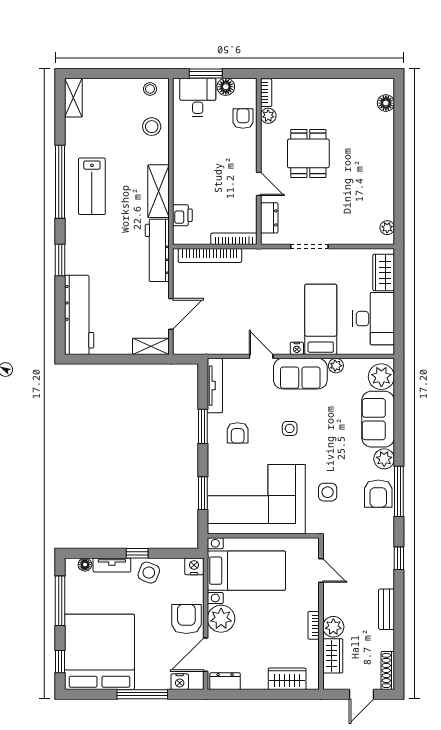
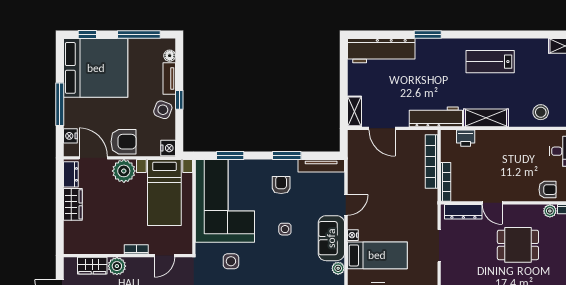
window: (60, 182) -> (494, 35), removed
door: (259, 184) -> (492, 203), hinge flipped
dresser: (269, 218) -> (463, 212), width x1.44
armchair: (238, 433) -> (281, 185), turned 90
bookcase: (314, 625) -> (136, 249), moved
wardrobe: (287, 679) -> (73, 204), moved

